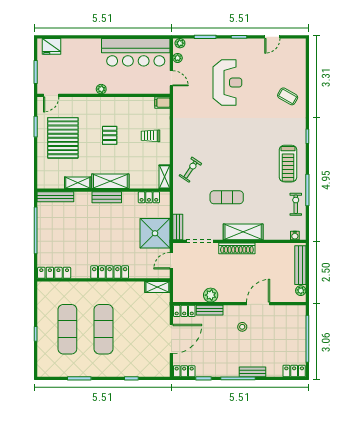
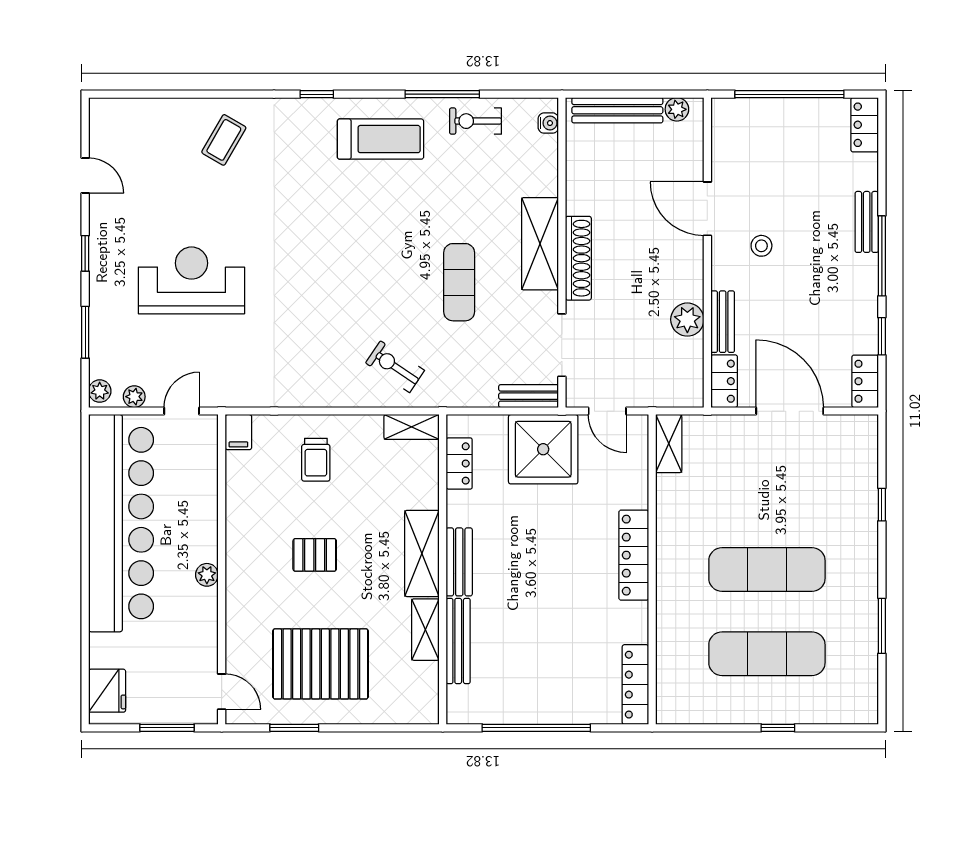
bar counter: (136, 52) -> (121, 523), width x1.36
bench: (55, 197) -> (458, 641), moved

